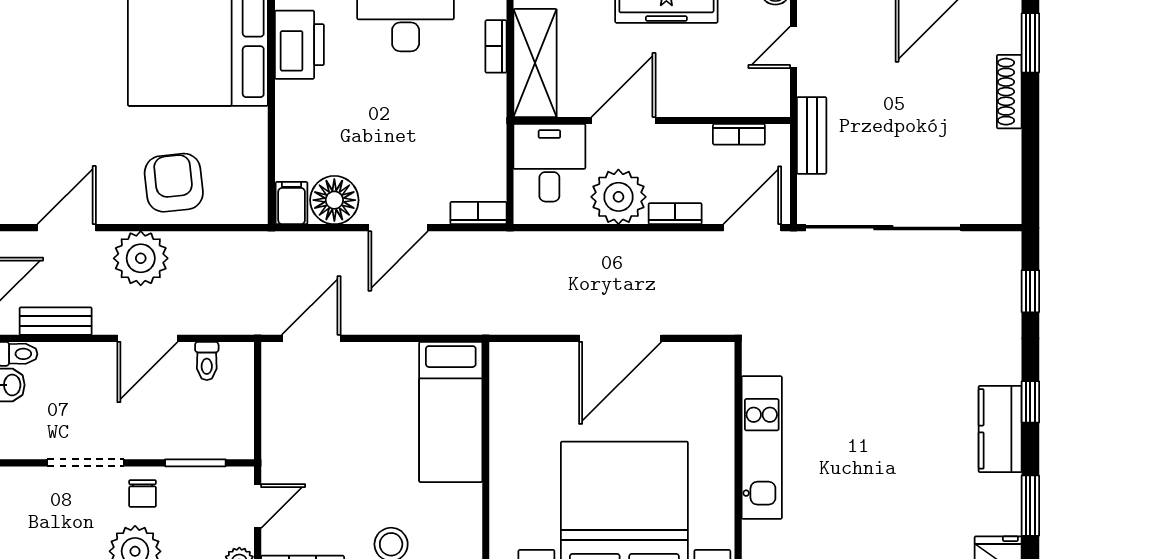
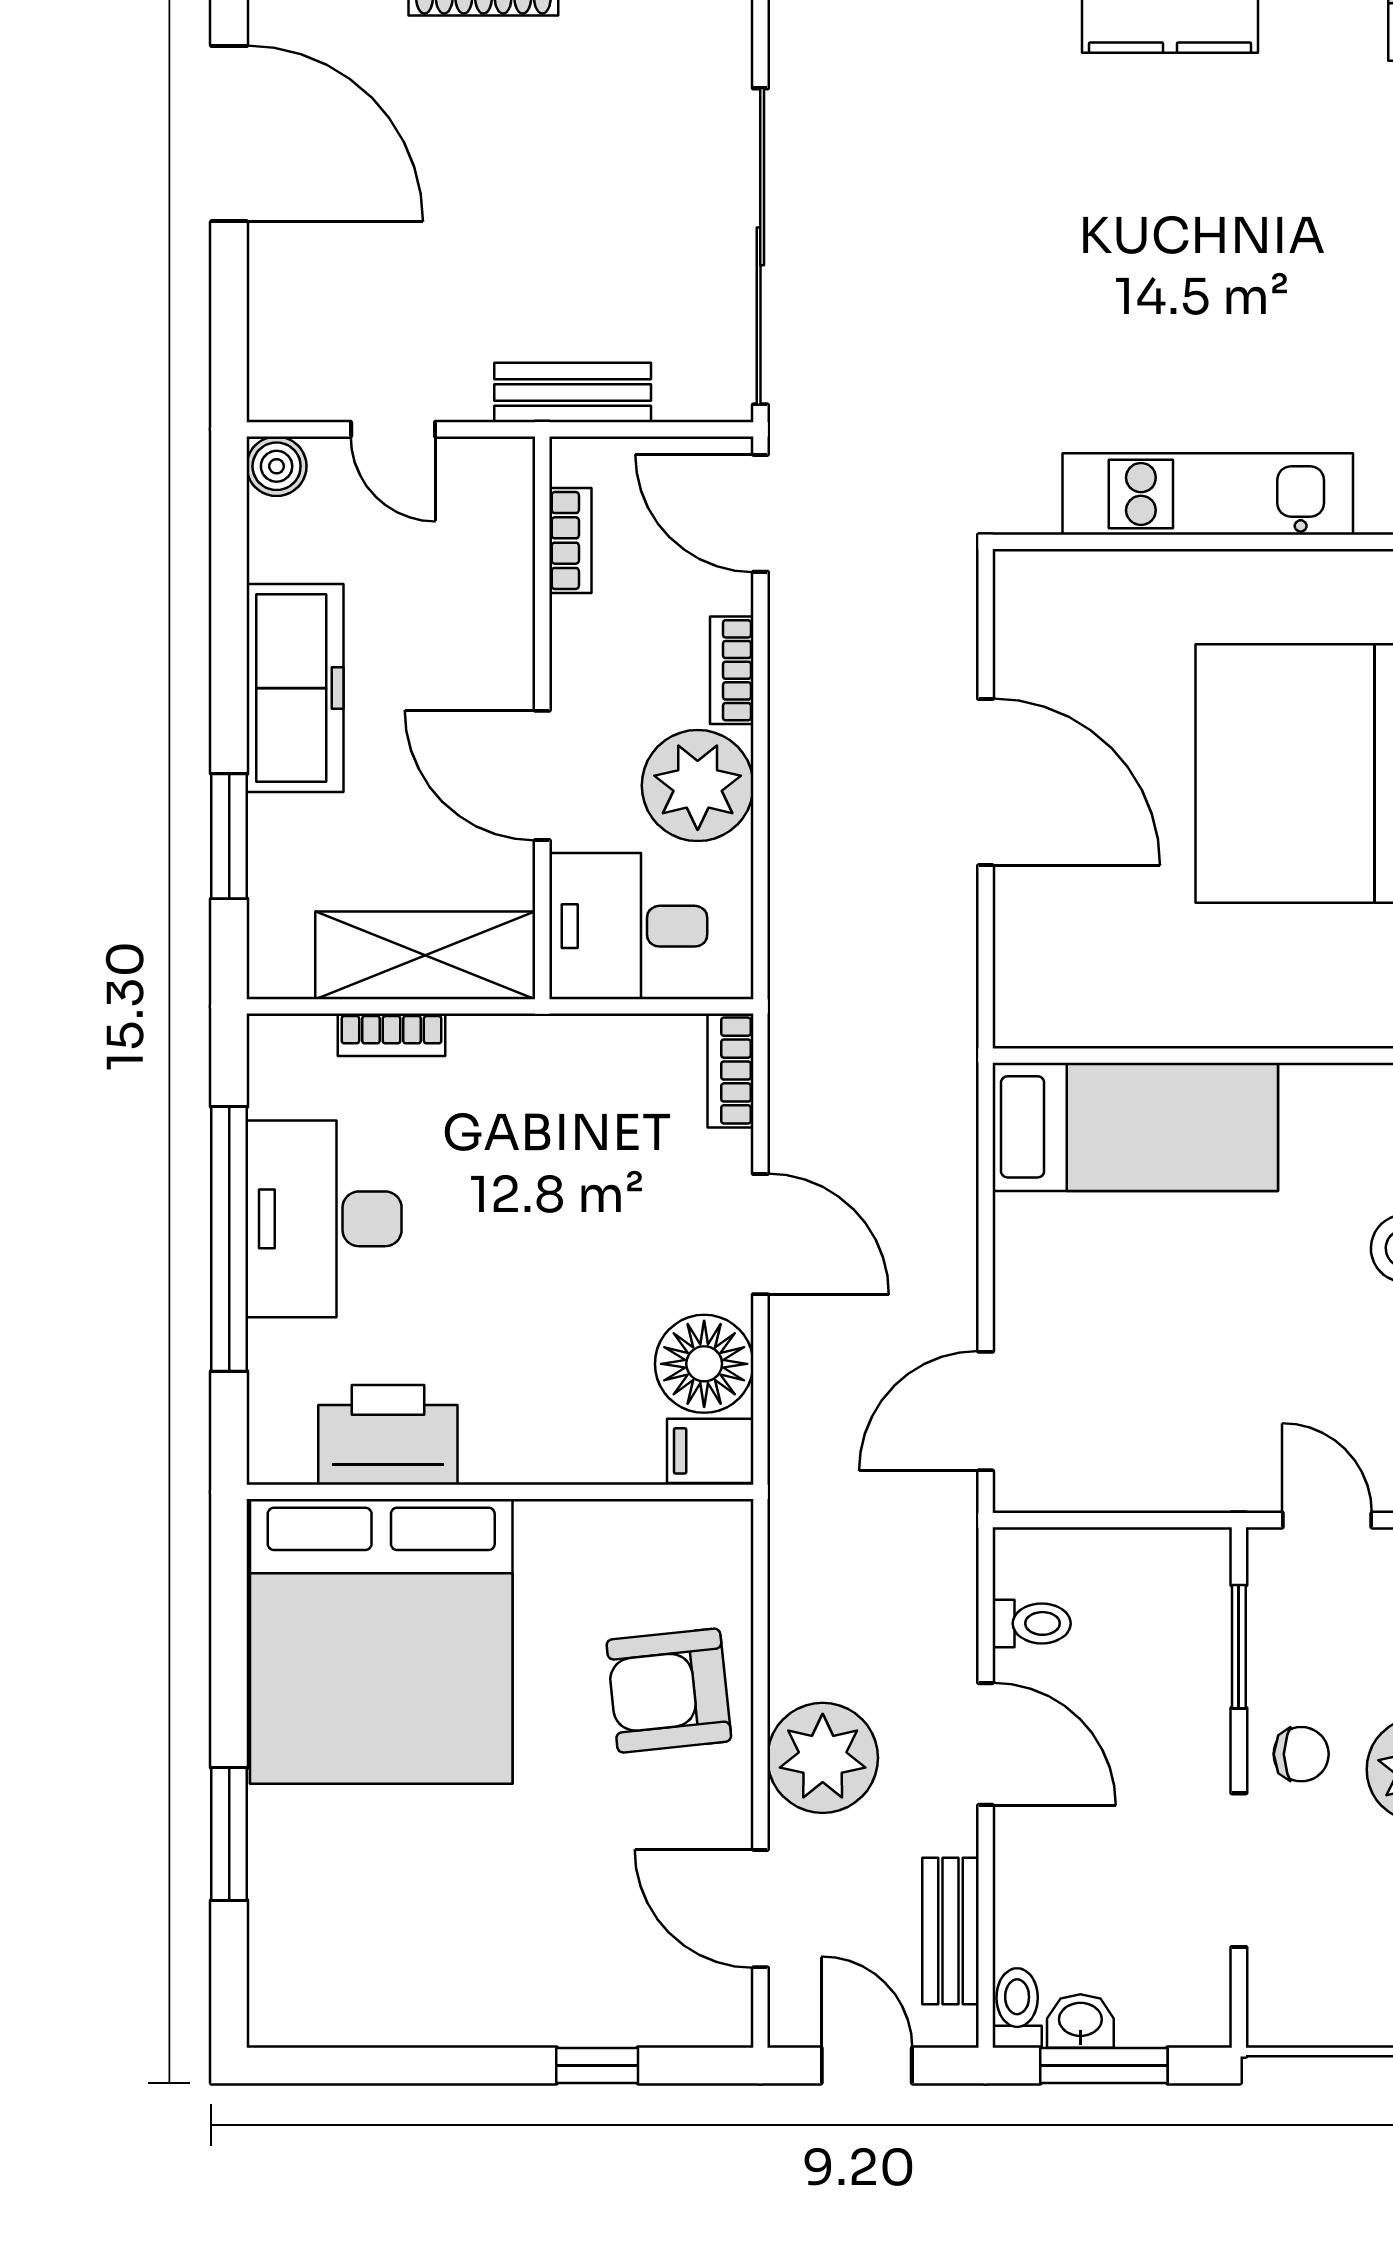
door: (311, 338) -> (986, 1411), hinge flipped

